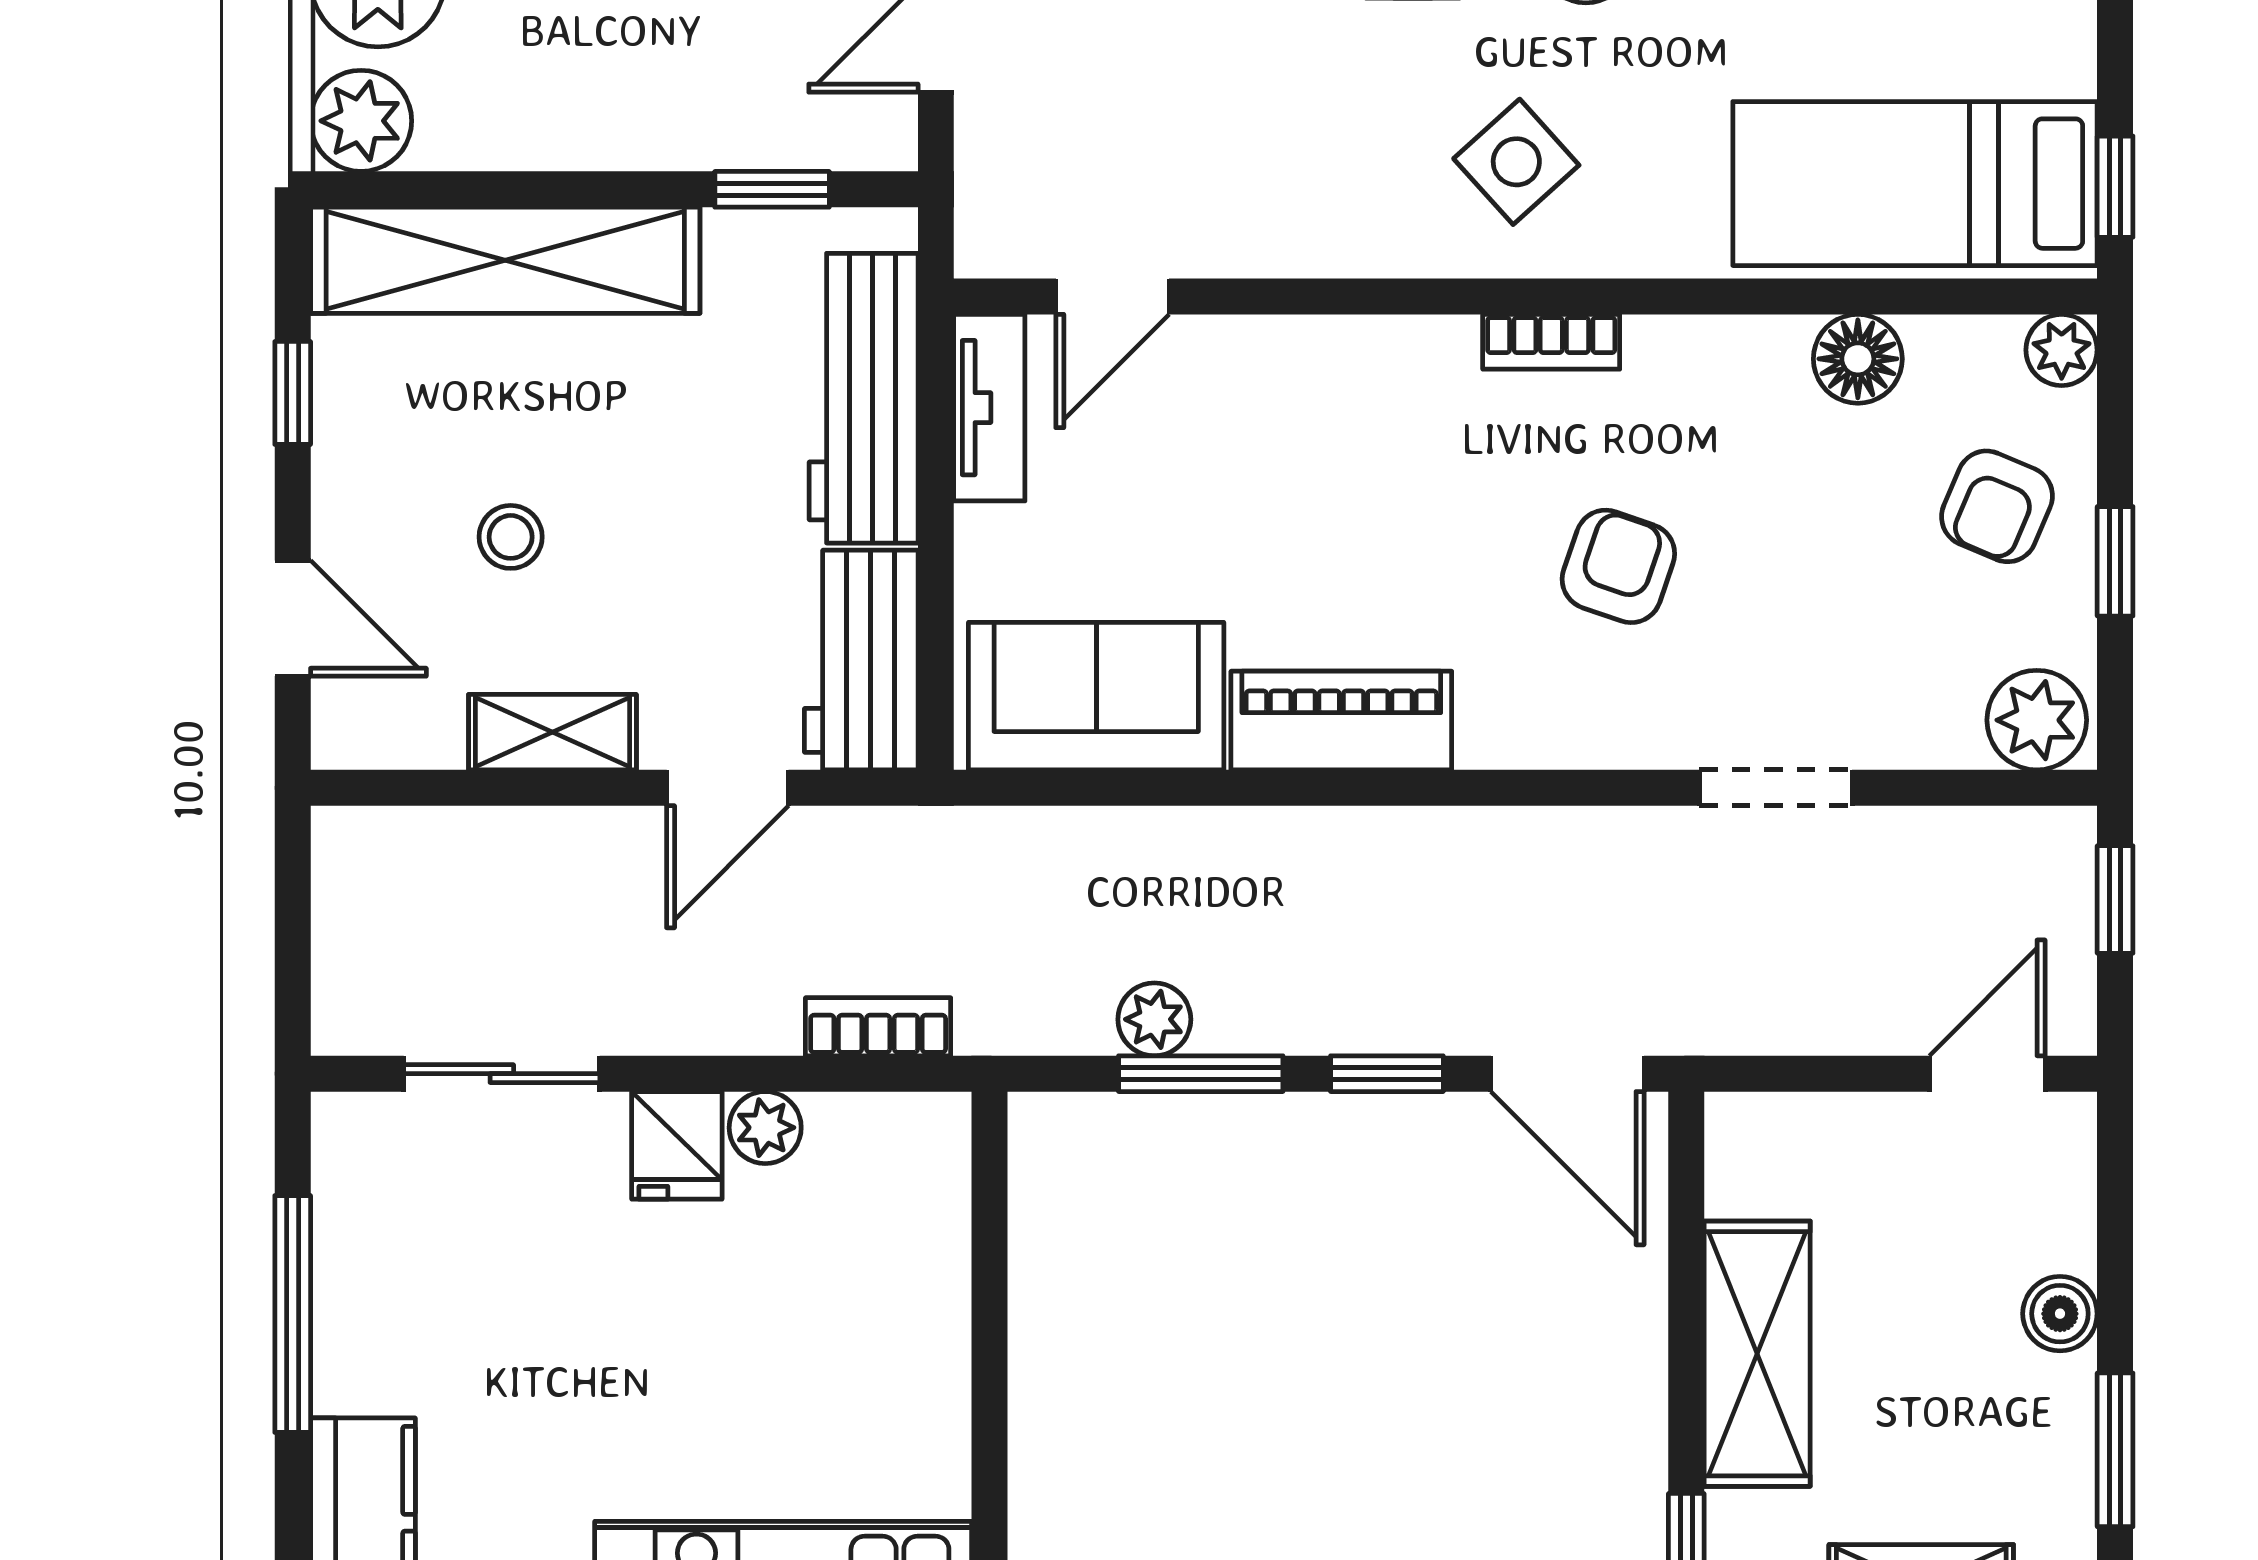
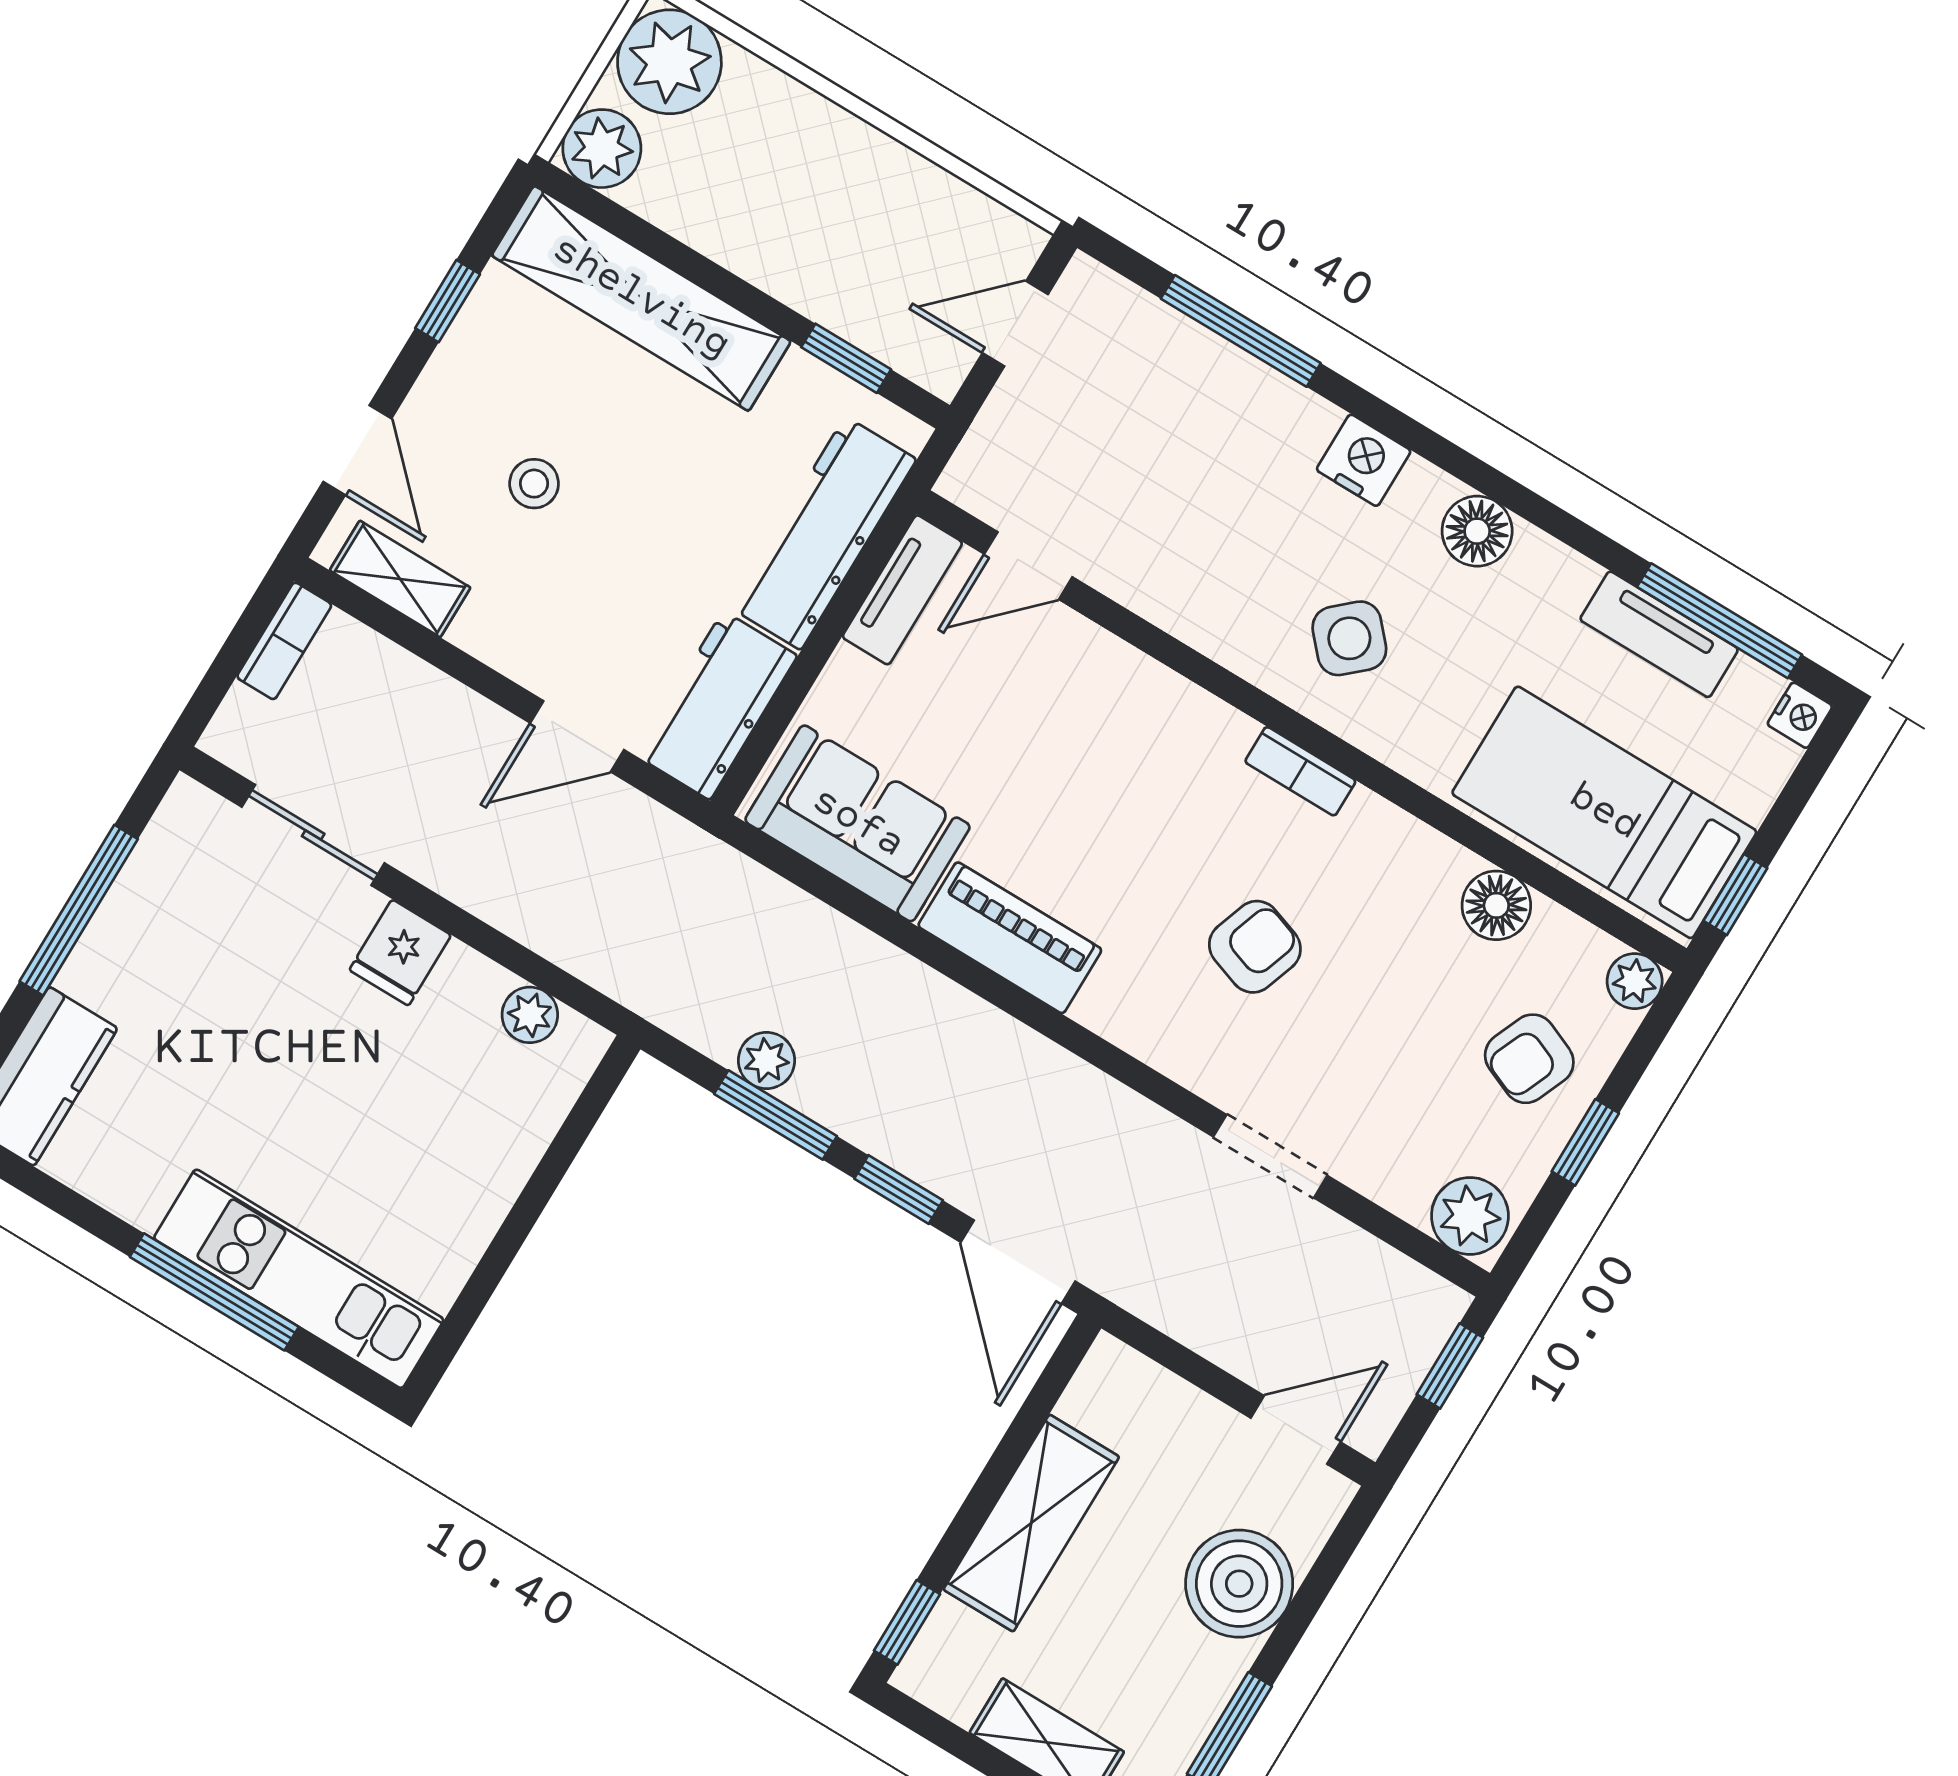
shelving: (552, 732) -> (400, 579), moved
bookcase: (878, 1027) -> (284, 641), moved, turned 90
plant: (765, 1128) -> (530, 1015), moved
boiler: (2060, 1314) -> (1239, 1584), width x1.86, depth x1.86

